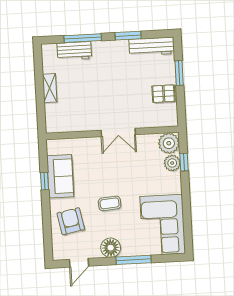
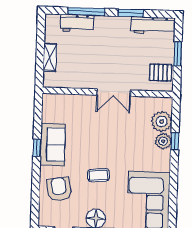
wall: (112, 133) -> (108, 92), moved
double door: (118, 133) -> (114, 93), moved

